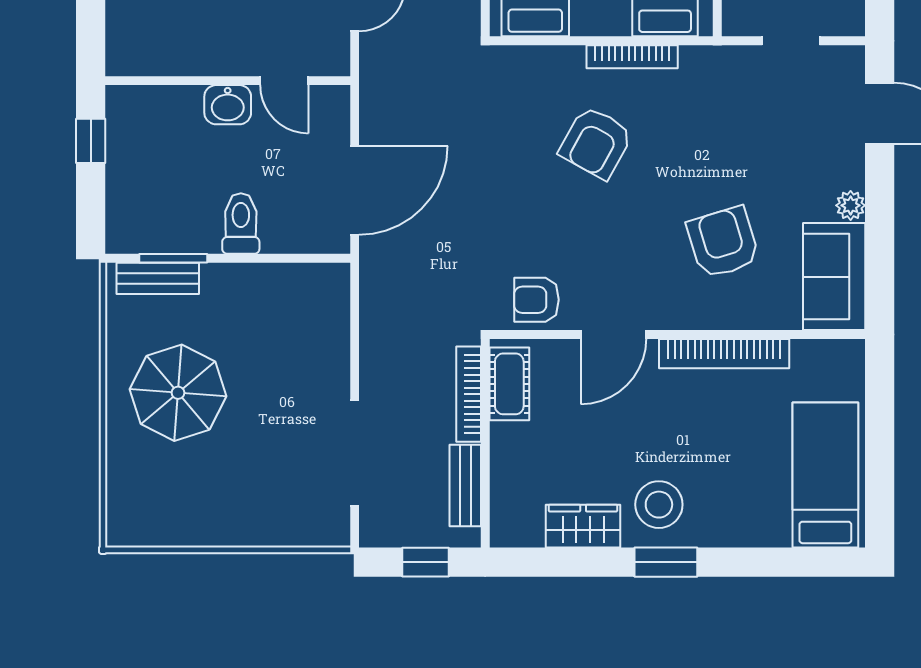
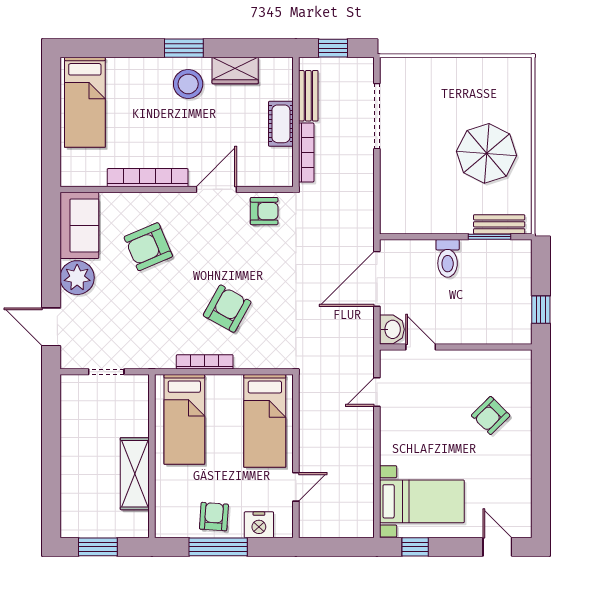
washbasin: (228, 105) -> (392, 329), moved, turned 90
plant: (851, 205) -> (77, 278), width x1.88, depth x1.88
armchair: (723, 242) -> (148, 247), turned 84
cot: (509, 384) -> (281, 124), moved

